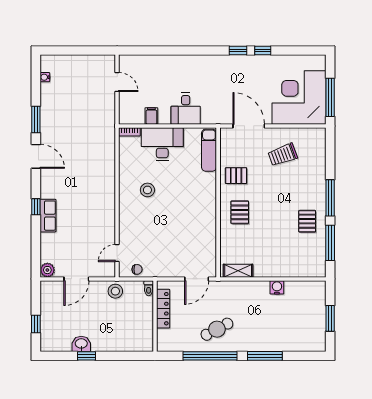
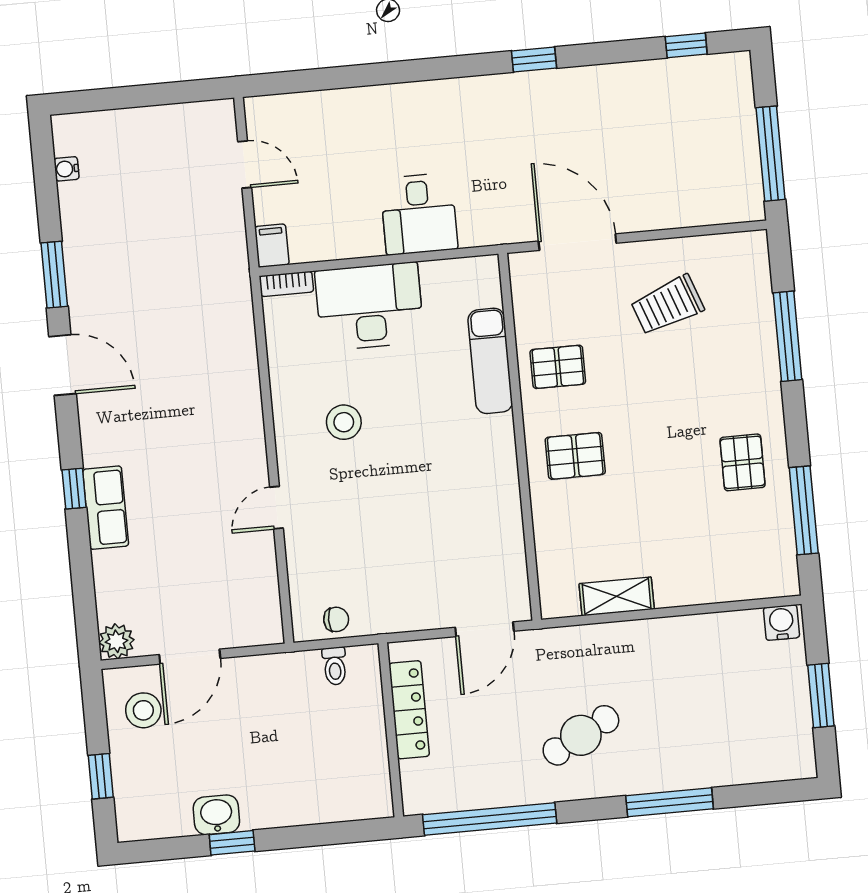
window: (263, 50) -> (686, 45), moved
corner desk: (299, 97) -> (694, 161), removed
filing cabinet: (151, 116) -> (272, 246), moved
exam couch: (209, 150) -> (490, 361), moved
window: (330, 198) -> (788, 336), moved
pallet: (240, 212) -> (575, 456), turned 90
door: (117, 253) -> (276, 508), moved
shelving: (238, 271) -> (617, 596), moved
water cooler: (277, 287) -> (781, 623), moved
toilet: (149, 288) -> (335, 666), moved
stool: (115, 291) -> (143, 710), moved
cafe table: (217, 329) -> (581, 735), moved
window: (210, 356) -> (490, 819), moved

